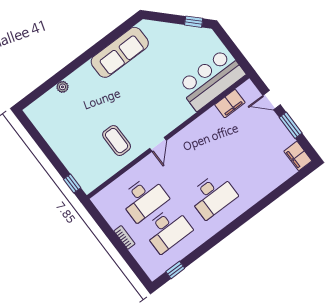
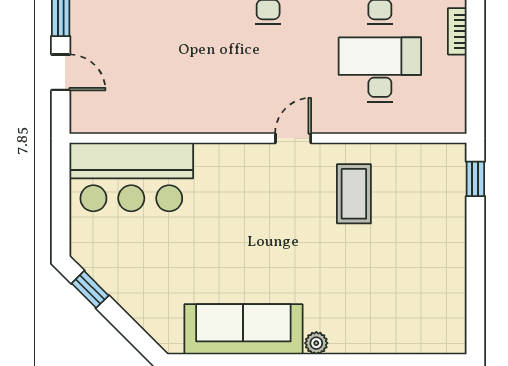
plant: (63, 87) -> (316, 343), moved
filing cabinet: (230, 104) -> (131, 117), removed

